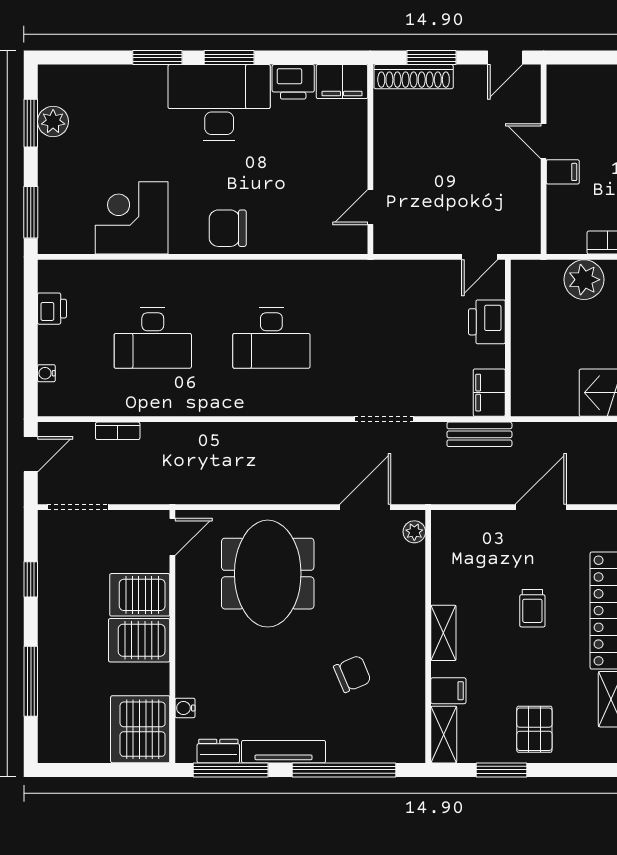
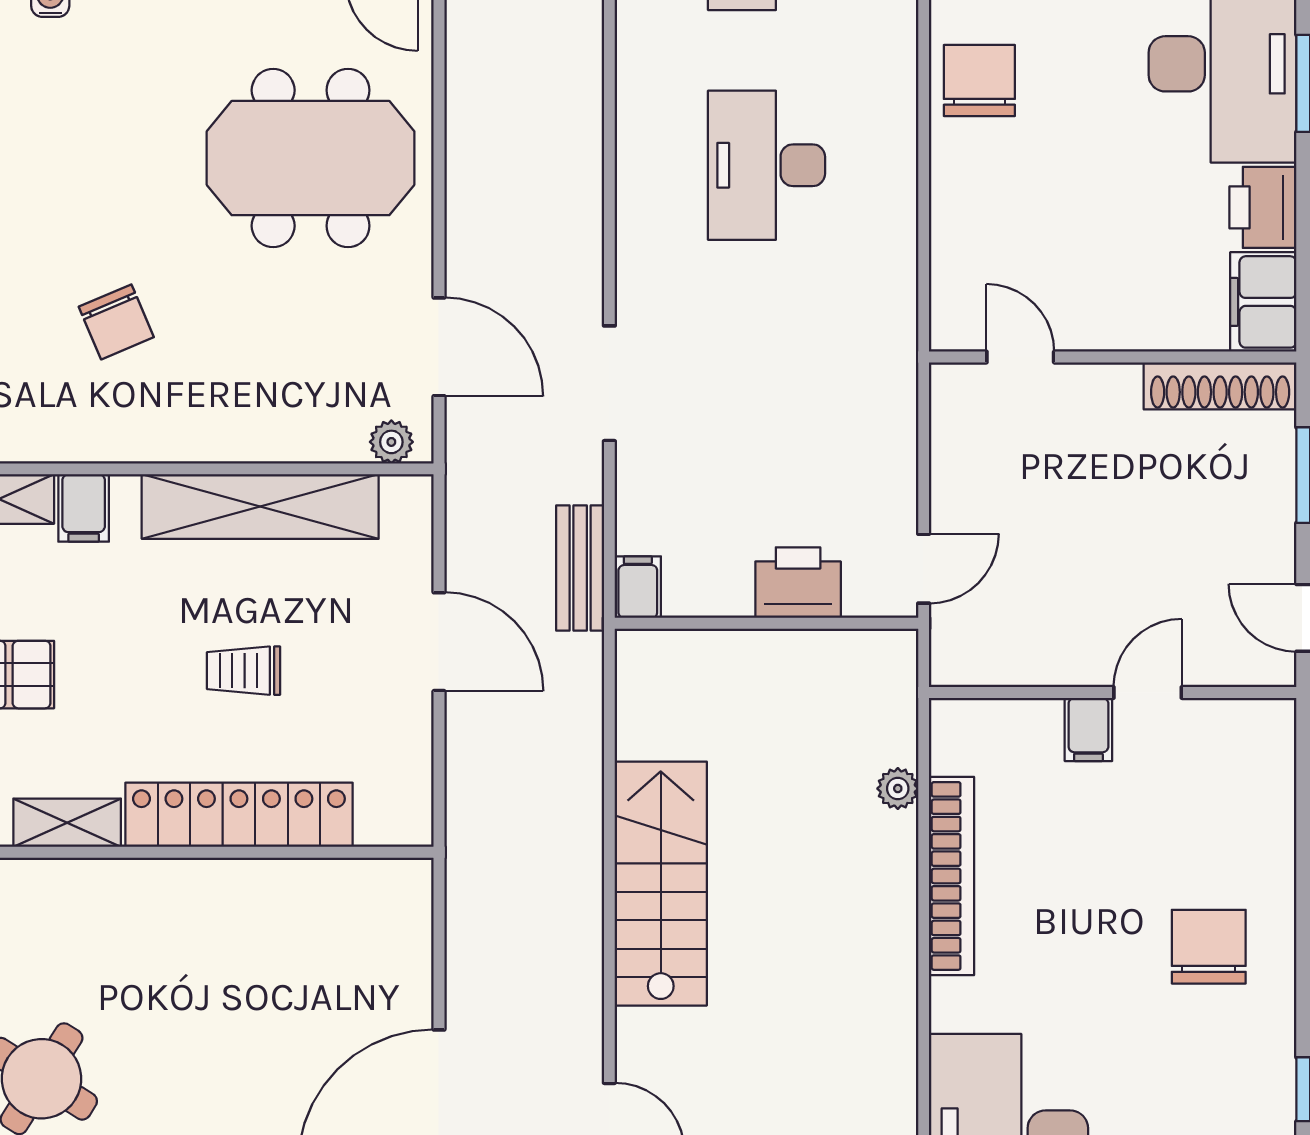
shoe rack: (414, 77) -> (1220, 386), moved, turned -90
door: (480, 257) -> (924, 569), swing flipped
plant: (584, 280) -> (898, 789), width x0.53, depth x0.53
filing cabinet: (489, 393) -> (638, 587), width x0.50
door: (541, 507) -> (439, 642), moved
shelving: (443, 633) -> (260, 506), width x2.20, depth x1.33

